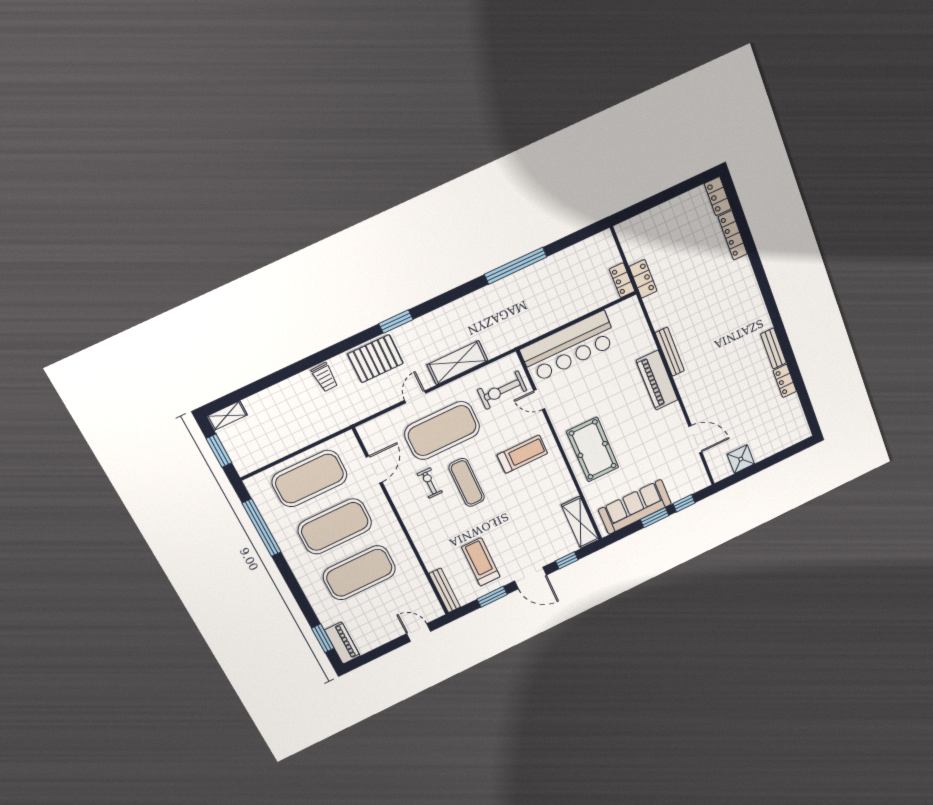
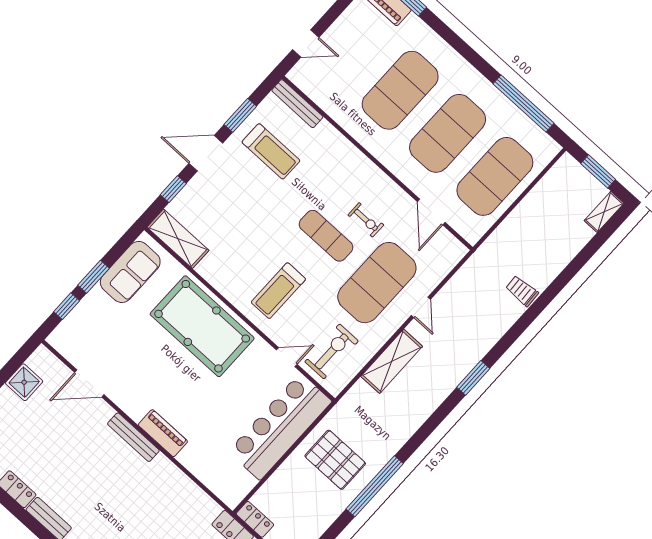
bench: (670, 352) -> (133, 437), moved
pallet: (376, 359) -> (335, 460), moved, turned 90
piano: (657, 380) -> (163, 433), width x0.73, depth x0.75
pool table: (593, 450) -> (202, 326), width x1.36, depth x1.32
sofa: (635, 507) -> (130, 272), width x0.73

